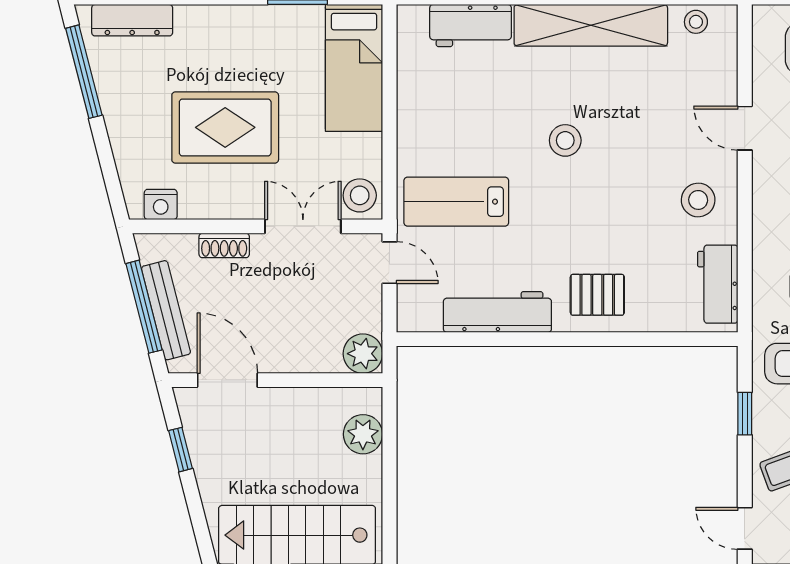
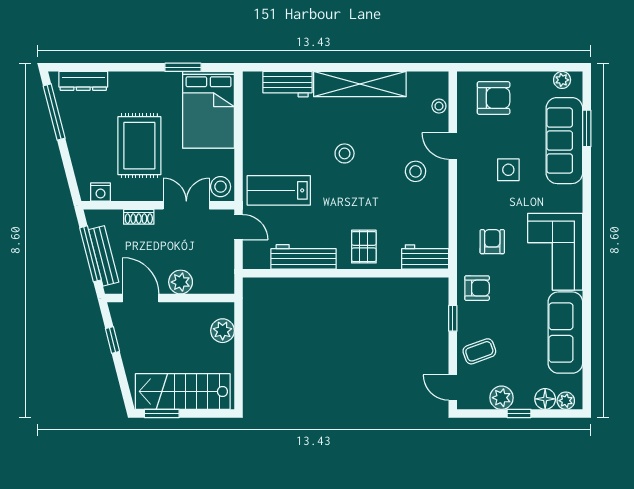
stool: (696, 22) -> (439, 106), moved
bed: (354, 68) -> (208, 110), width x1.50
rug: (225, 127) -> (139, 146), turned 90
stool: (698, 200) -> (416, 171), moved
workbench: (718, 284) -> (425, 257), moved, turned 90
pallet: (597, 295) -> (364, 247), turned 90
plant: (363, 354) -> (181, 282), moved

